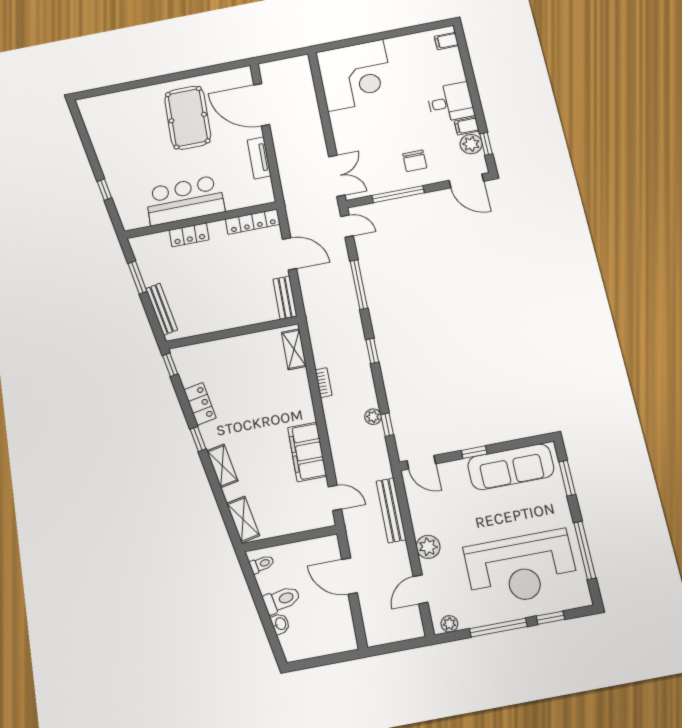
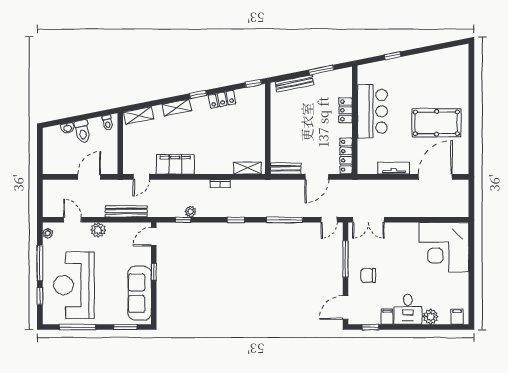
plant: (471, 144) -> (431, 317), moved

